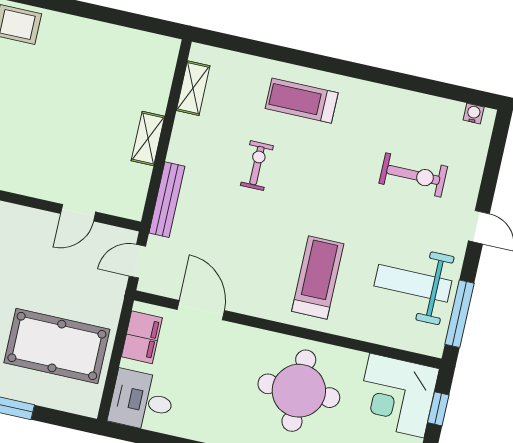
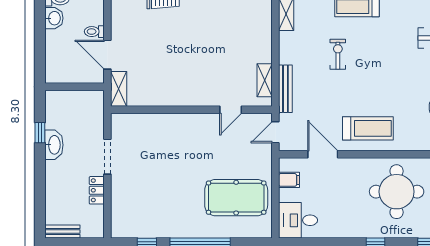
shelving: (148, 139) -> (265, 80), moved
treadmill: (318, 277) -> (368, 128), moved, turned 90
filing cabinet: (142, 337) -> (289, 180), width x0.50

